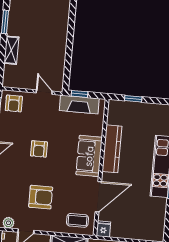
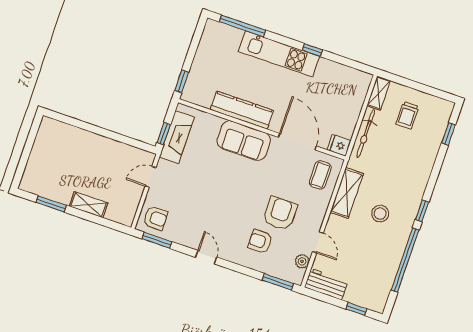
window: (133, 99) -> (182, 81), moved
armchair: (39, 149) -> (260, 241), moved, turned 180

